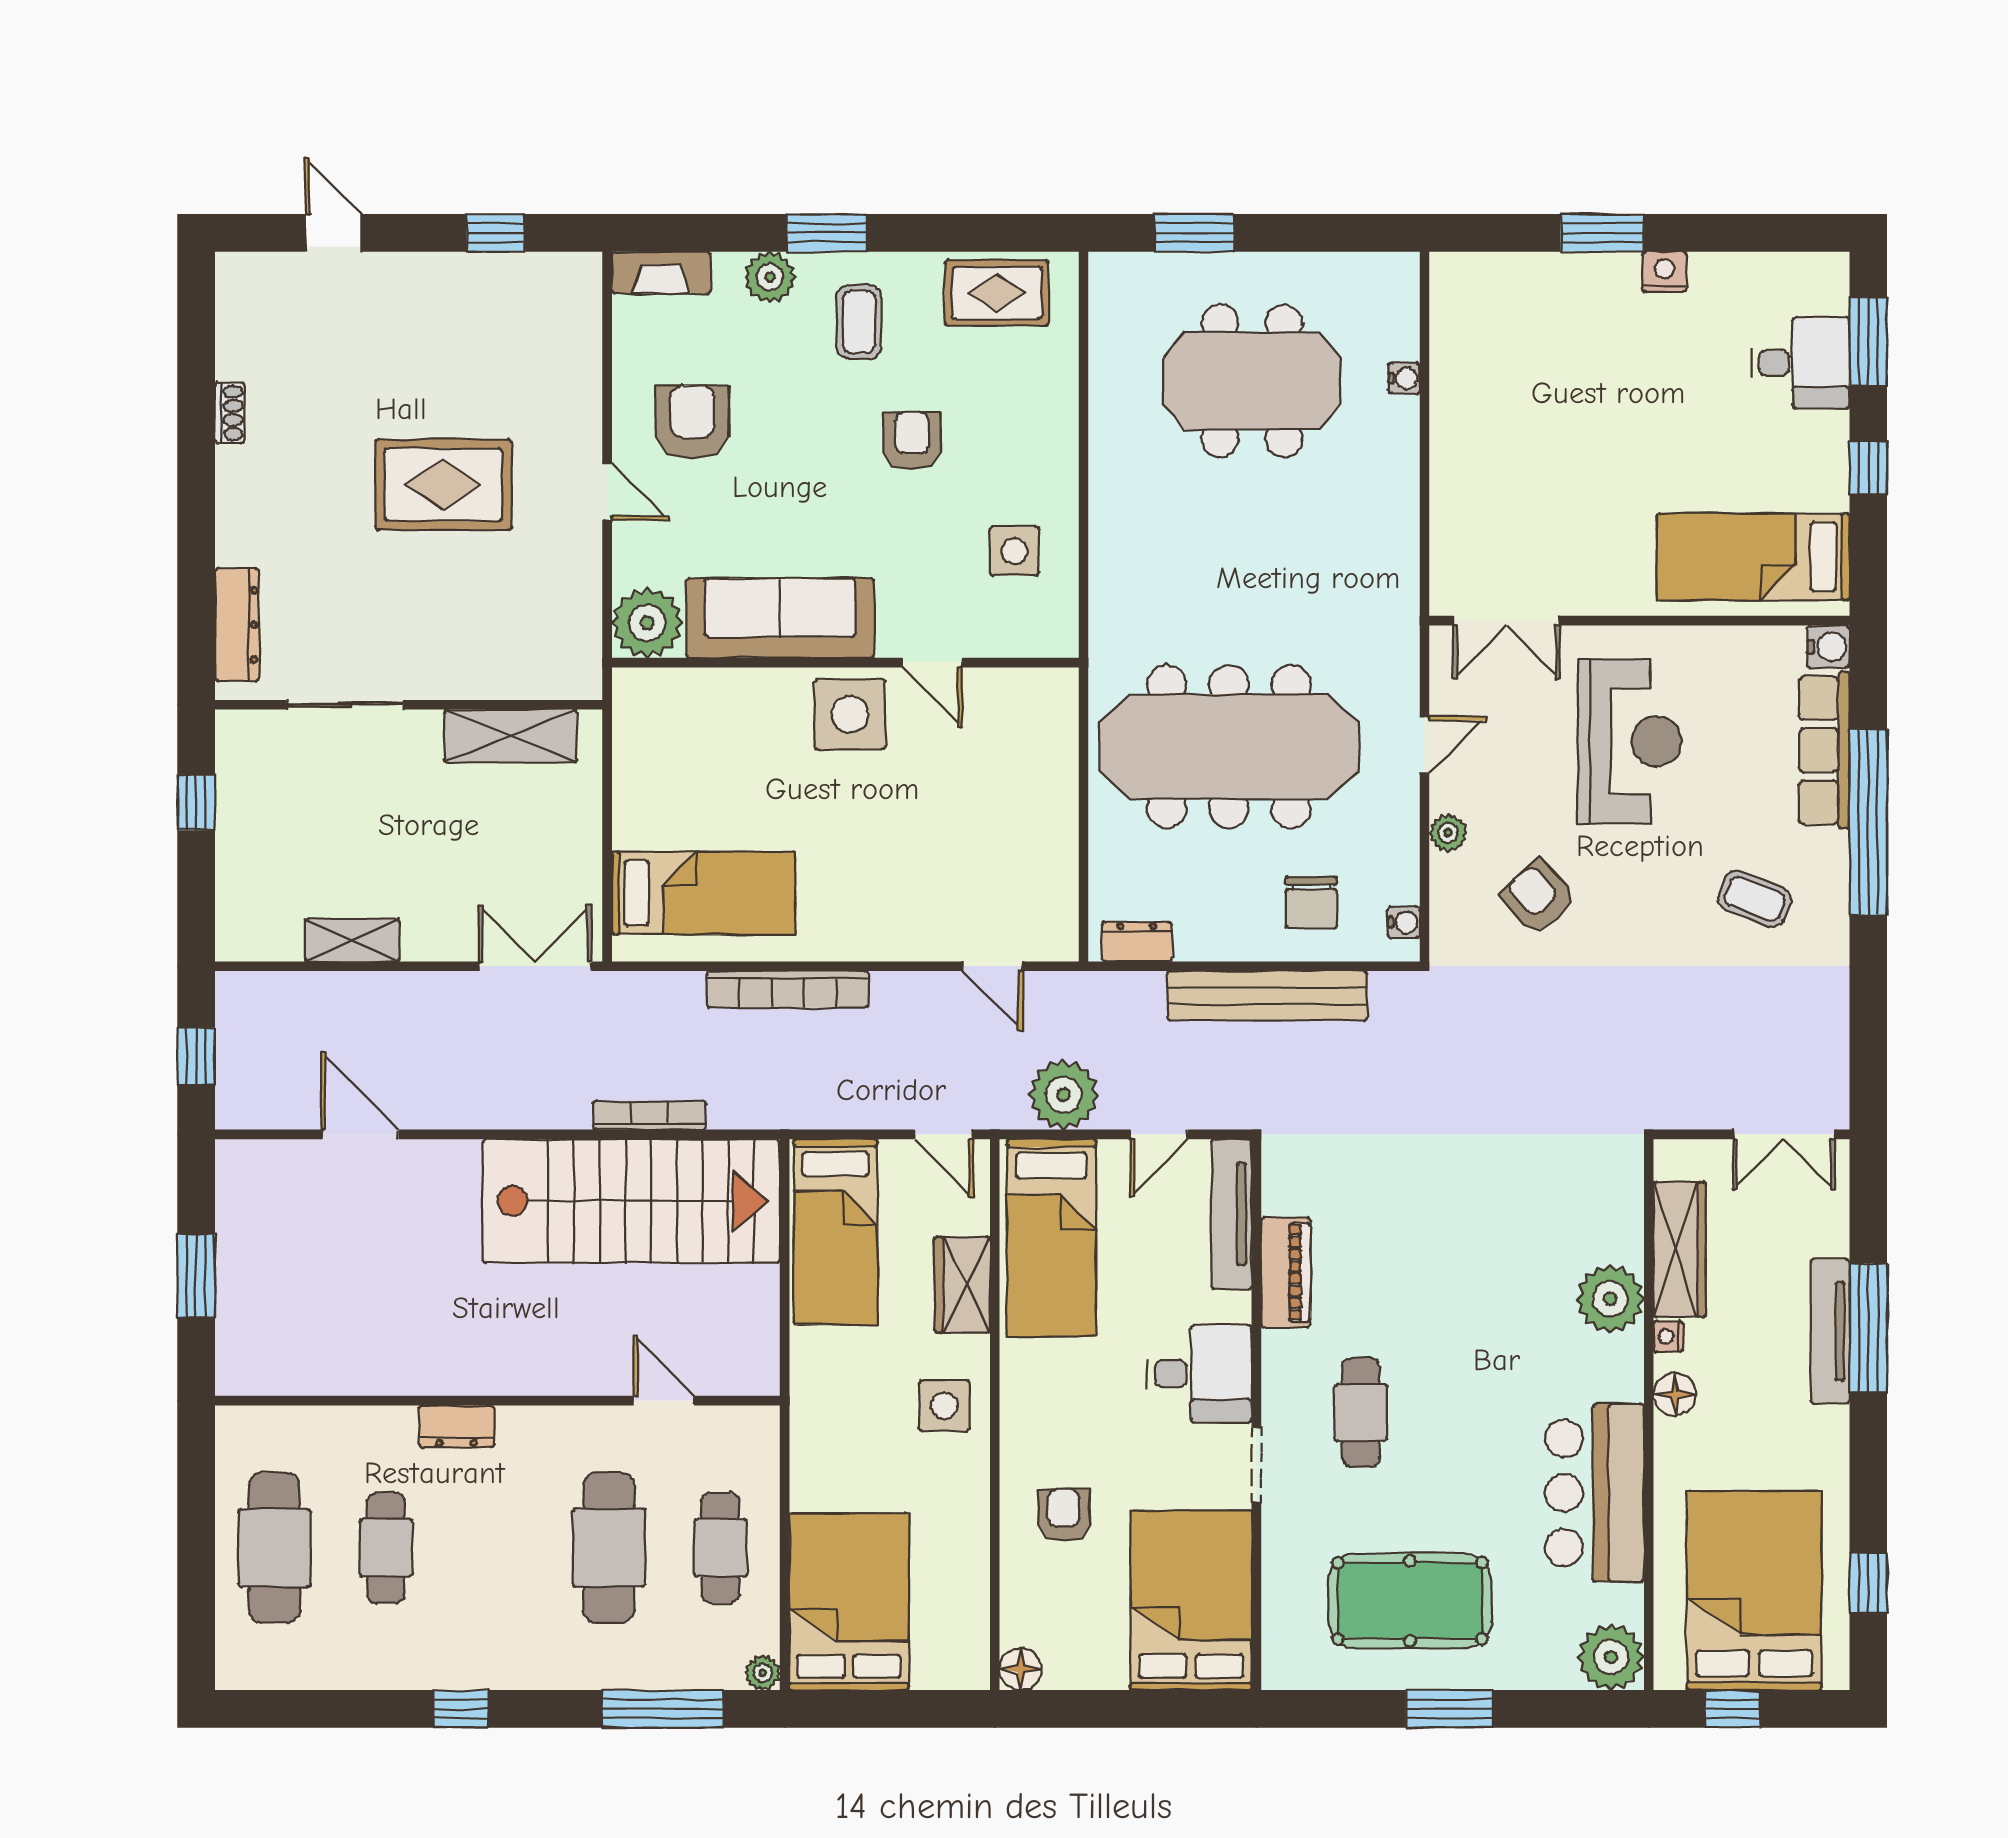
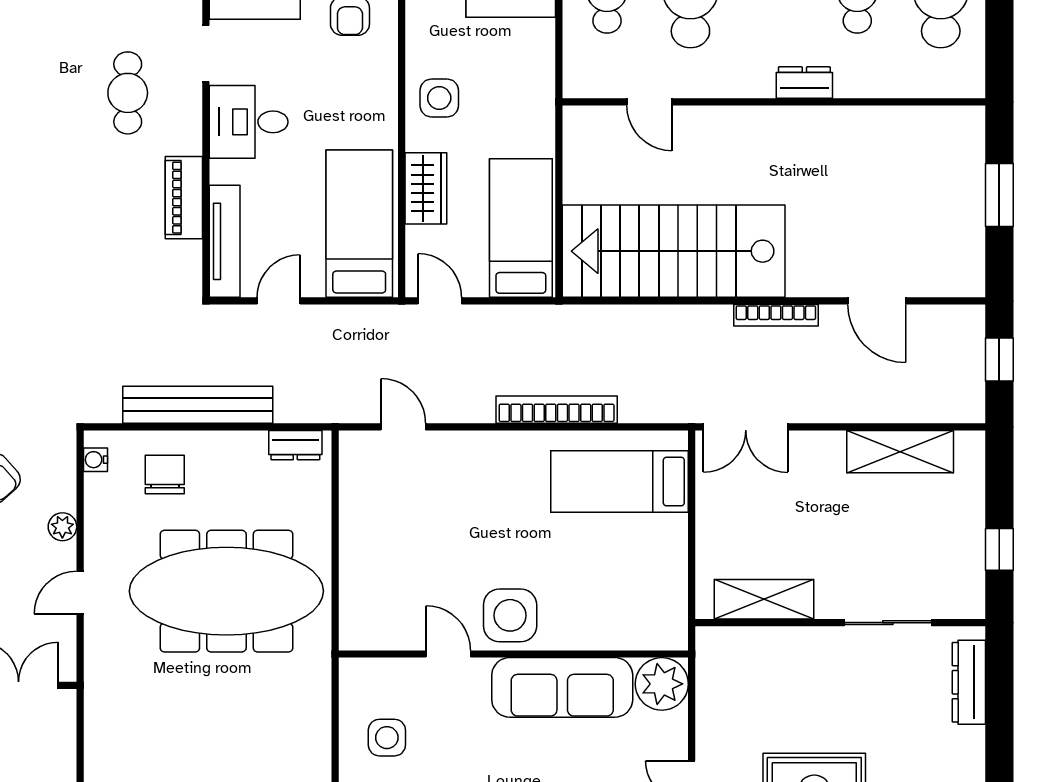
shelving: (352, 940) -> (900, 452), width x1.50, depth x1.33
plant: (1064, 1095) -> (350, 331), removed
bookcase: (649, 1115) -> (776, 315), moved

